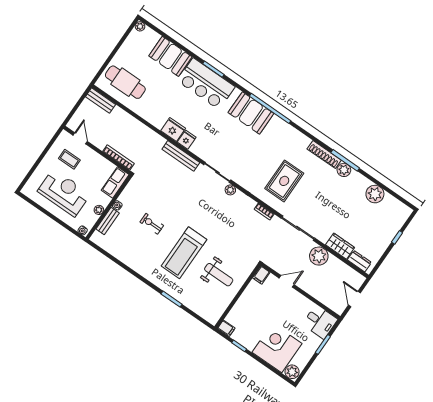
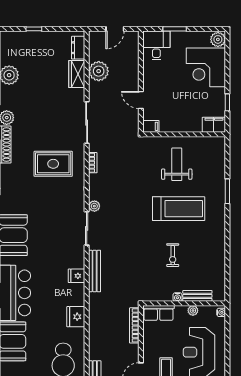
fridge: (173, 130) -> (76, 317), moved
plant: (319, 256) -> (99, 71), moved
filing cabinet: (226, 328) -> (214, 125), width x2.00

